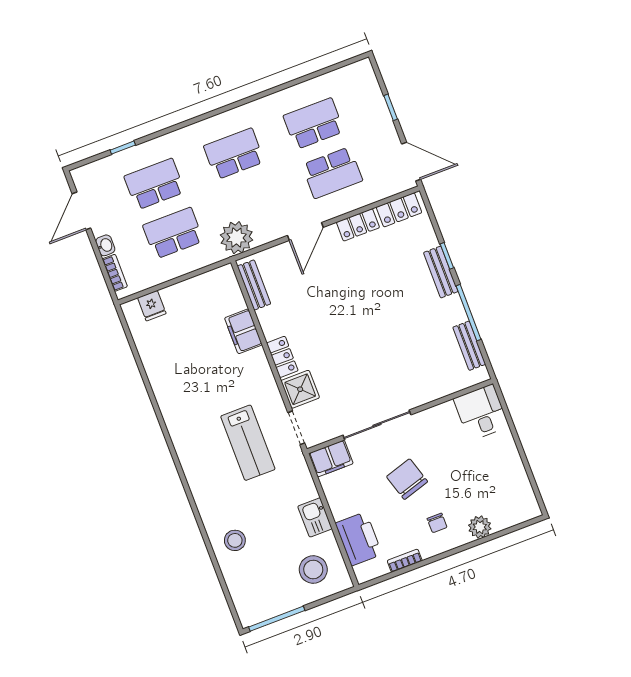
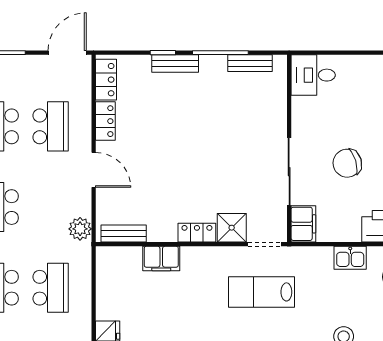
school desk: (173, 233) -> (51, 288), turned 180
plant: (237, 238) -> (80, 229), width x0.73, depth x0.73
lab bench: (248, 443) -> (261, 292), turned 180

